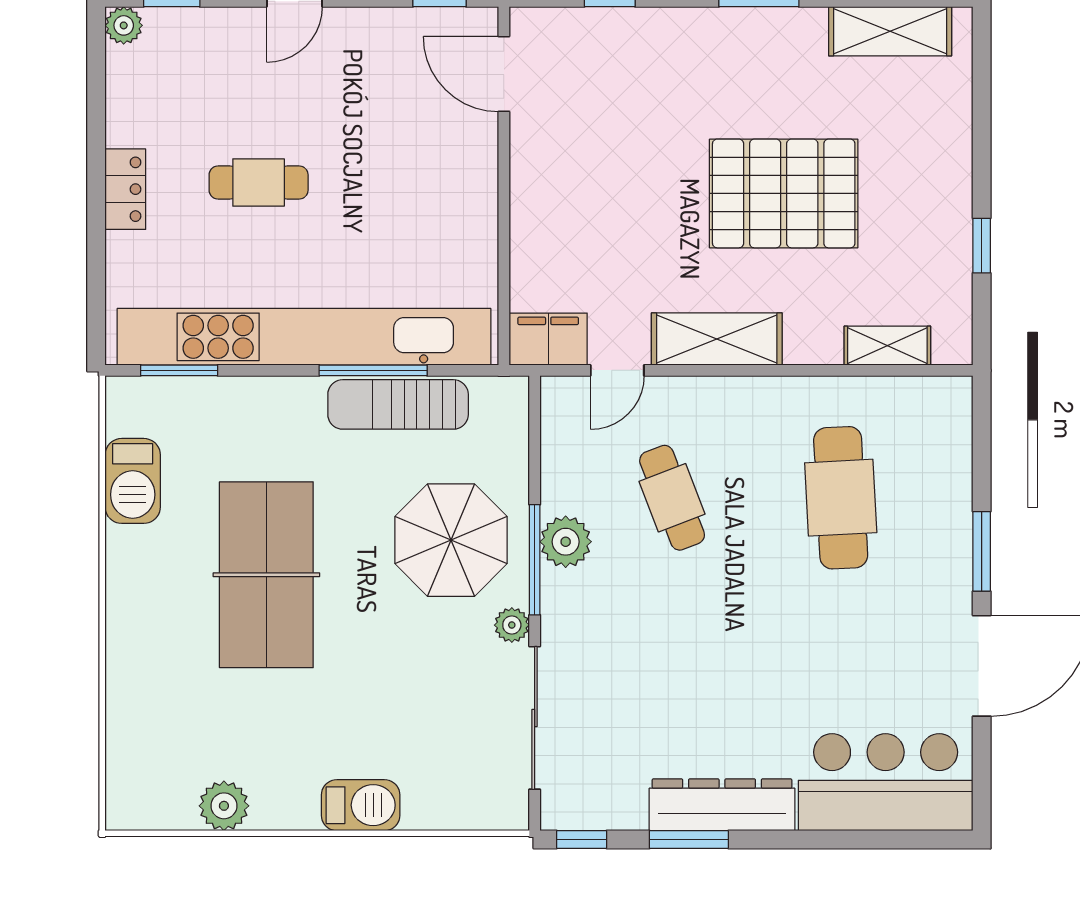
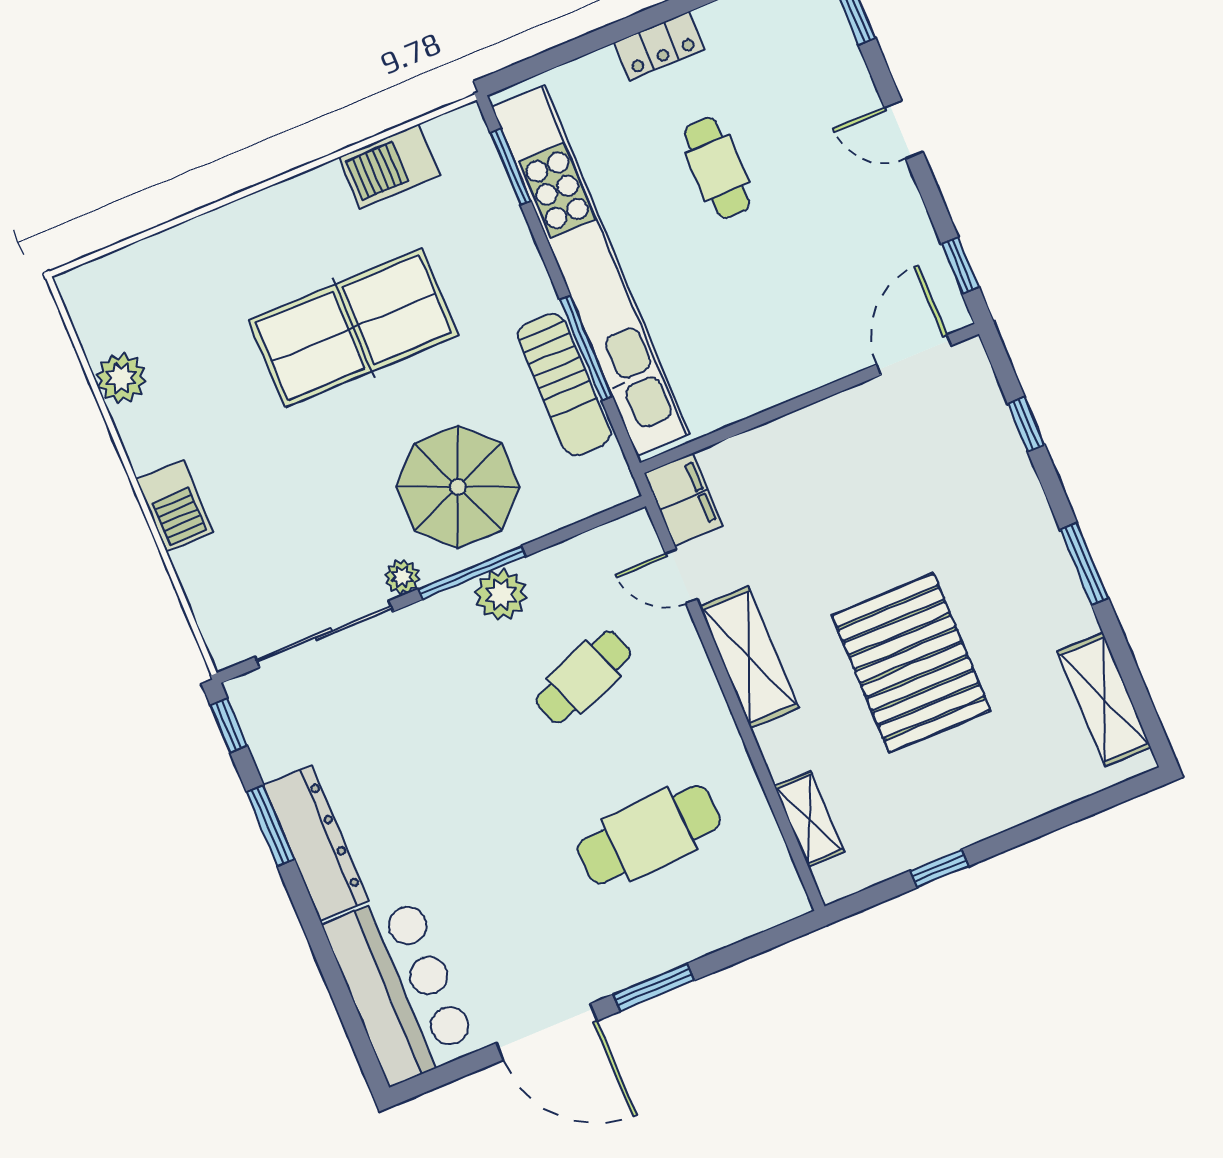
sun lounger: (398, 404) -> (564, 385), turned 180

